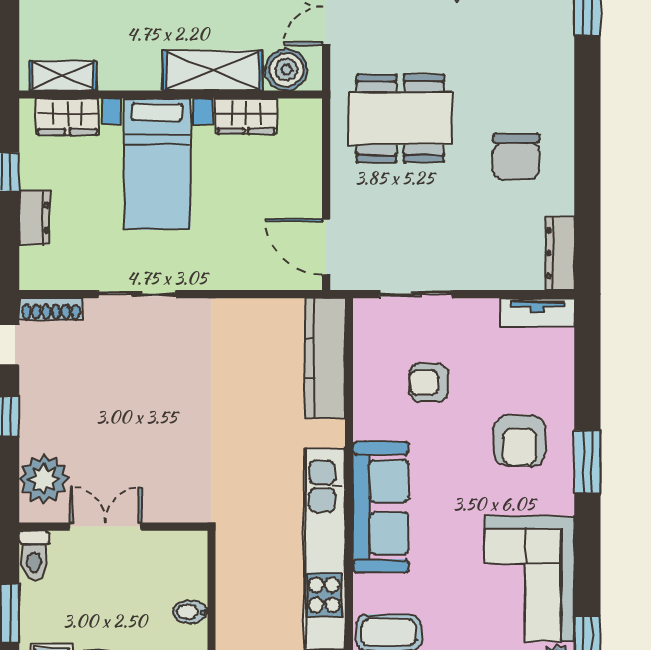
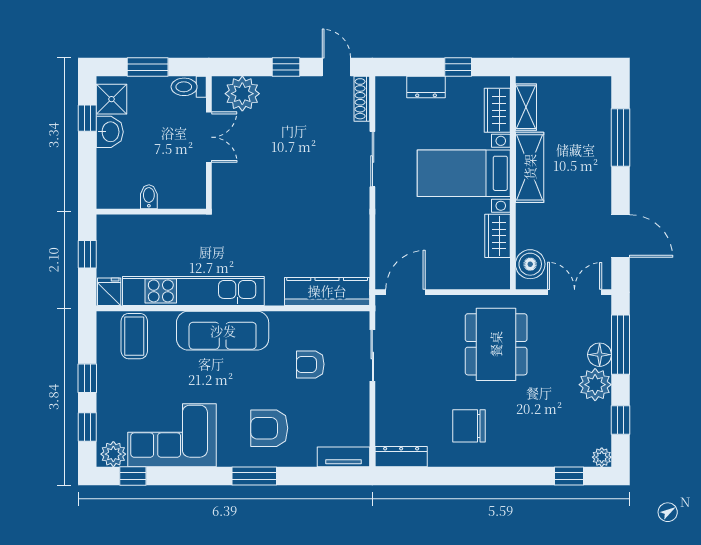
shelving: (213, 70) -> (530, 167), moved
tv unit: (537, 312) -> (344, 457), moved, turned 90
armchair: (429, 382) -> (310, 364), turned -90

